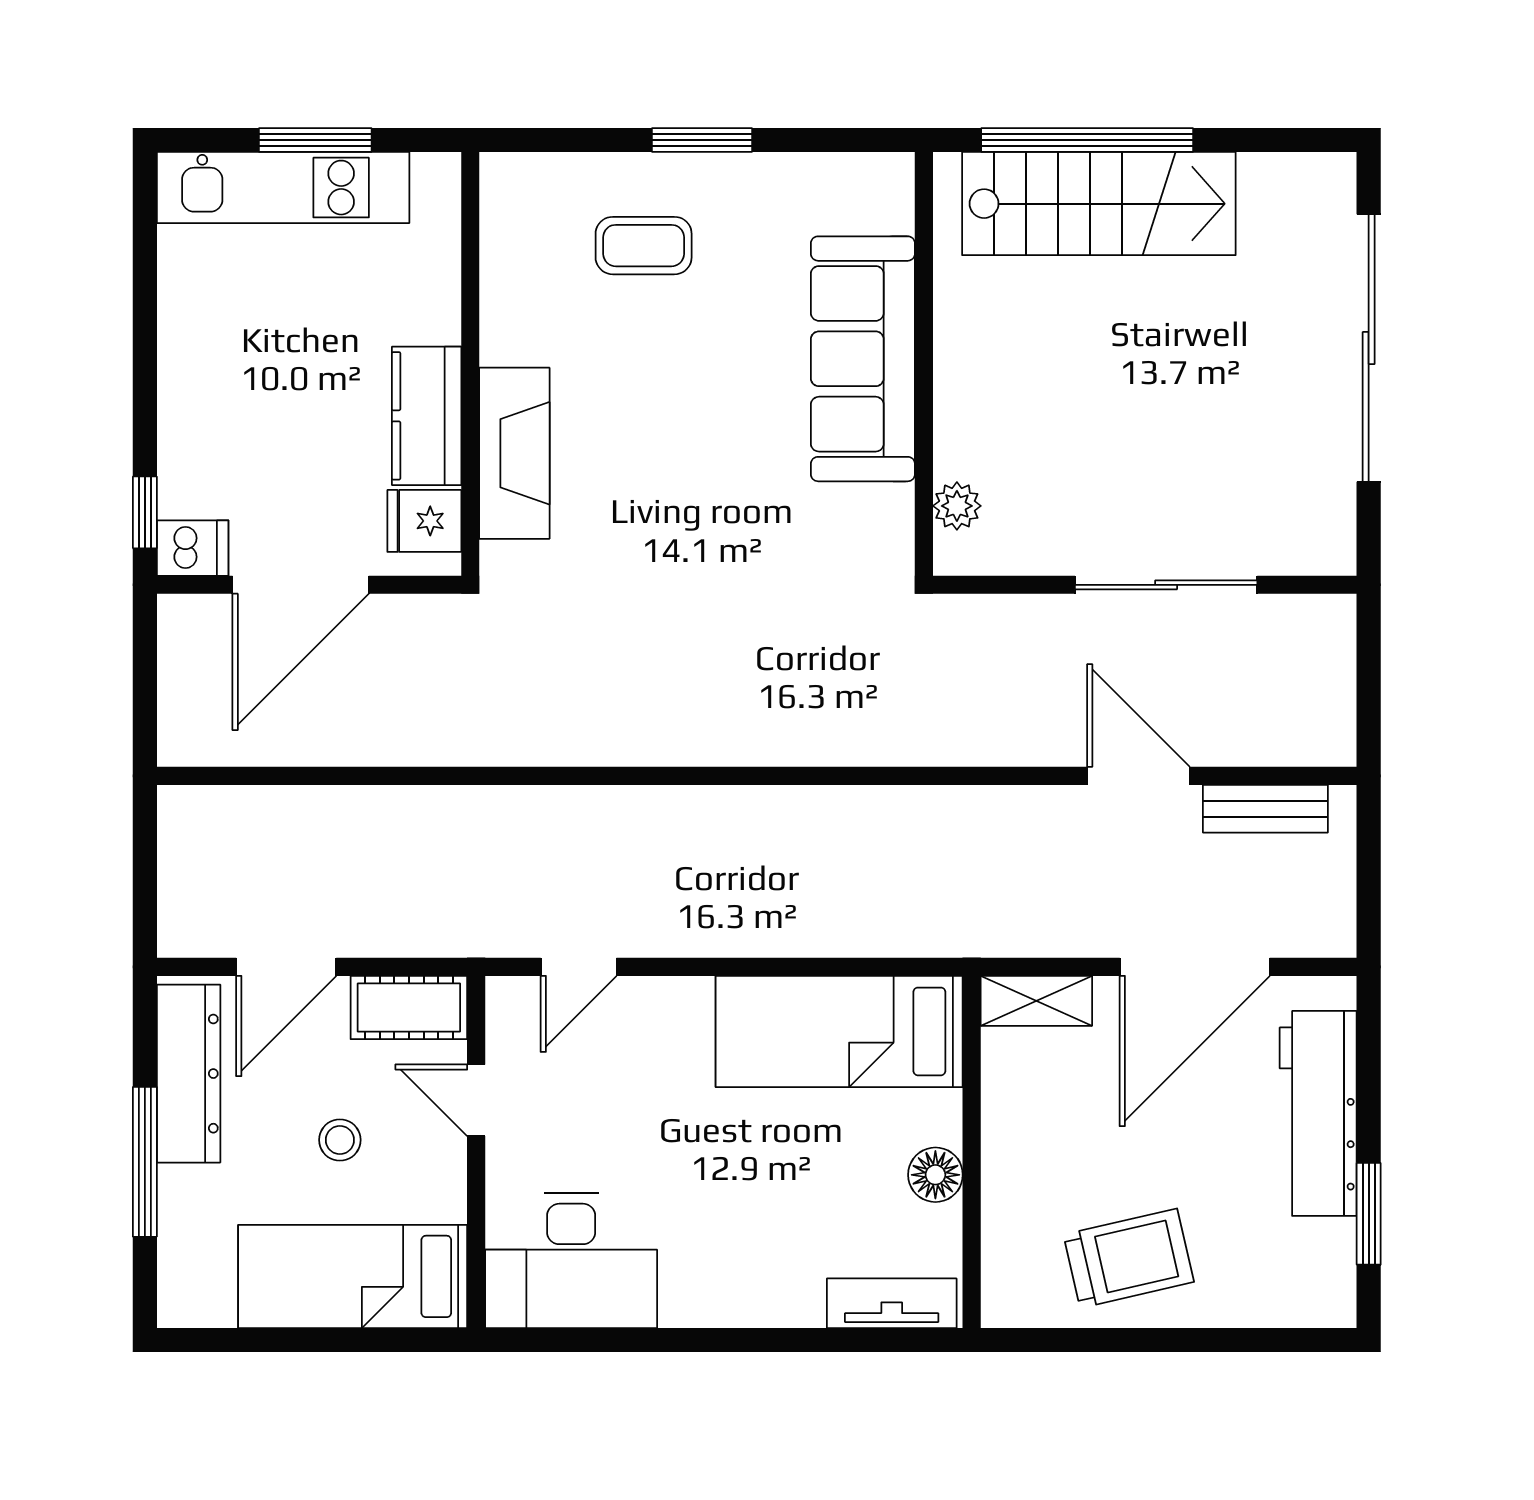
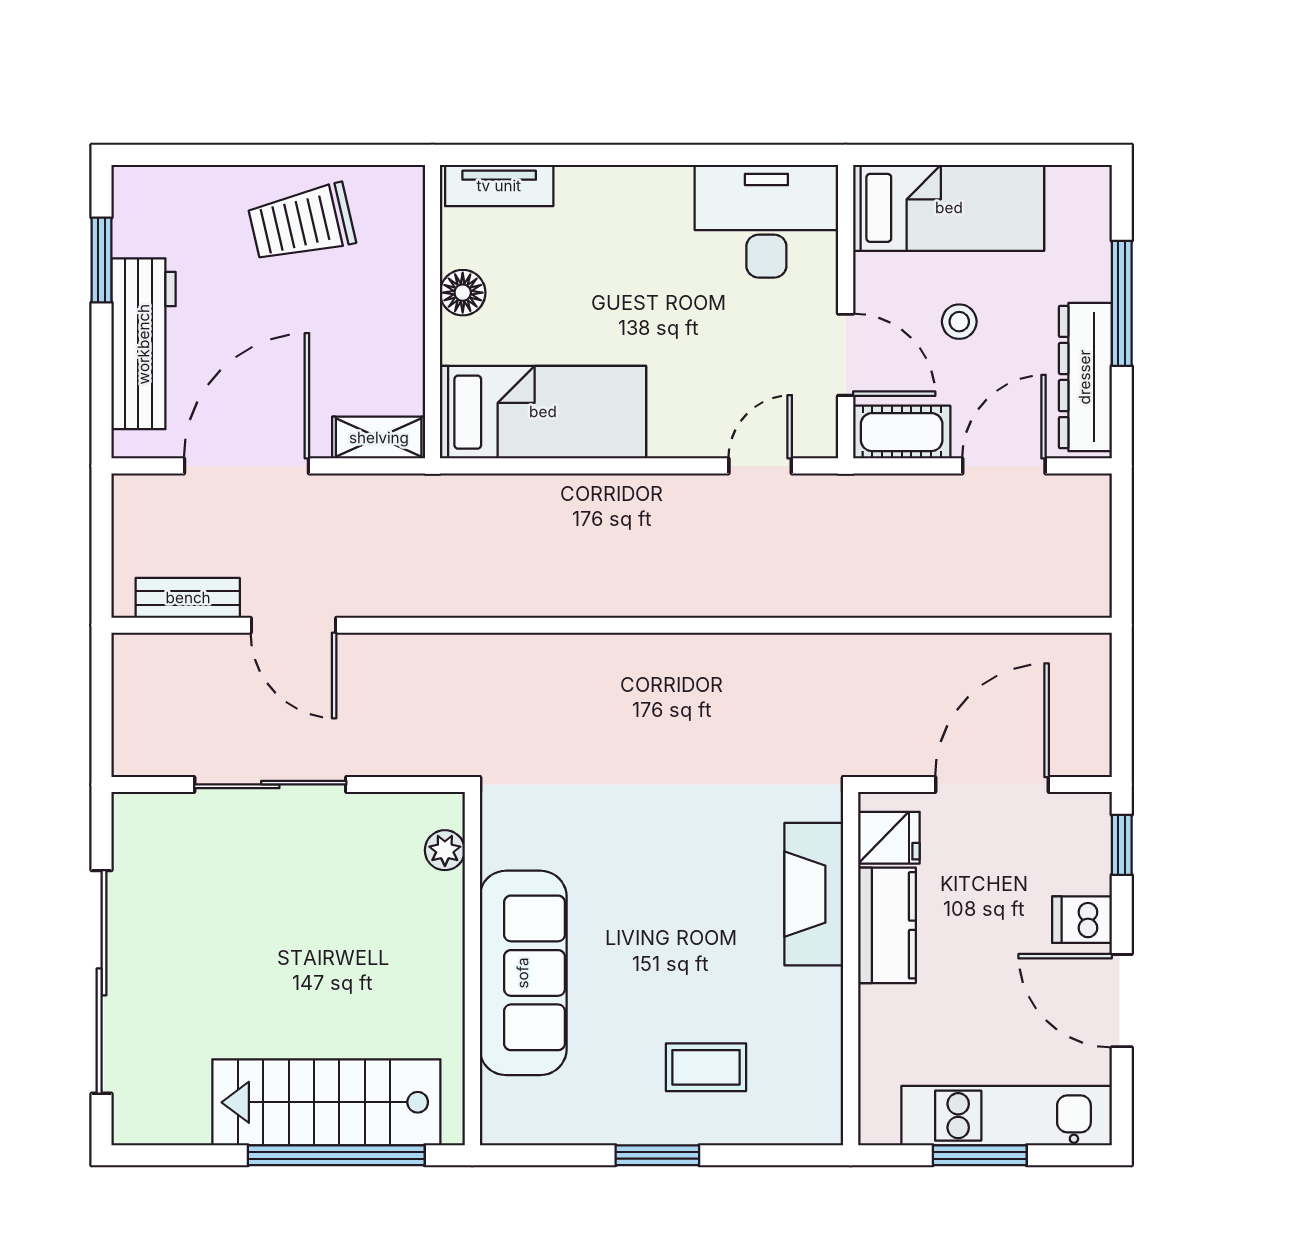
door: (145, 325) -> (1122, 1001), added
dishwasher: (193, 548) -> (1082, 920), moved
door: (476, 1100) -> (846, 355), width x1.38

